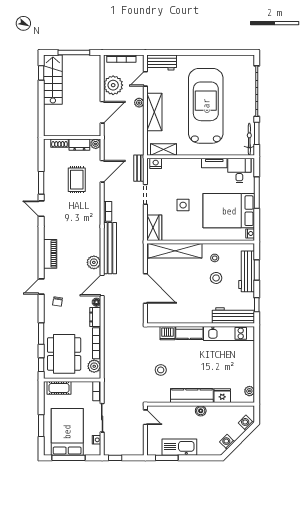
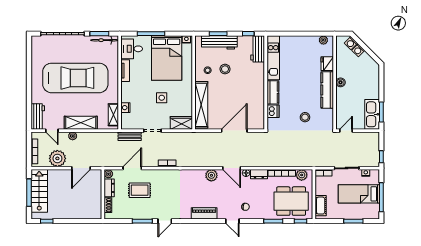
stairs: (53, 80) -> (39, 191), moved, turned 90
car: (206, 106) -> (75, 78), turned 180
door: (102, 112) -> (81, 168), swing flipped
nightstand: (156, 163) -> (125, 108), moved
door: (102, 171) -> (132, 168), hinge flipped
bench: (110, 248) -> (199, 161), removed
workbench: (233, 316) -> (258, 49), width x0.73
bed: (67, 432) -> (359, 194), width x0.67
washing machine: (227, 442) -> (358, 50), moved
kitchen sink: (179, 447) -> (372, 114), moved

